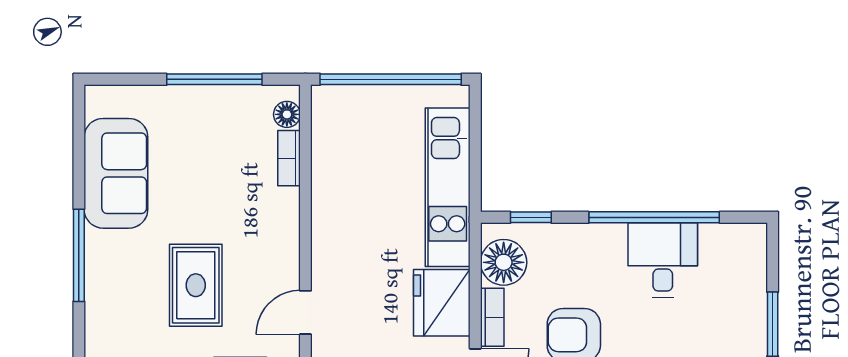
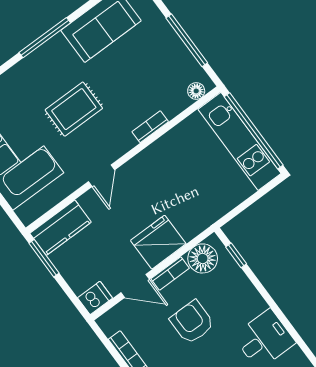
bookcase: (289, 158) -> (150, 127), moved
kitchen unit: (448, 187) -> (239, 141), moved, turned -90
window: (654, 217) -> (283, 319), removed
door: (305, 312) -> (102, 176), swing flipped

